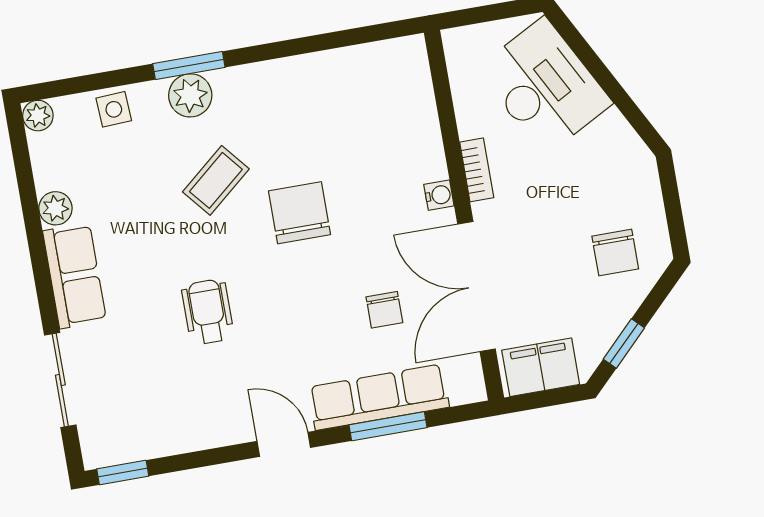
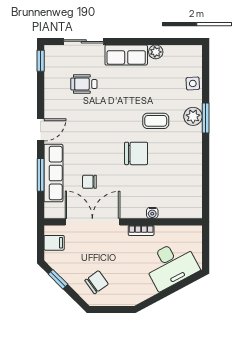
plant: (38, 116) -> (196, 51), removed
coffee table: (216, 180) -> (156, 121), turned -50
water cooler: (439, 195) -> (152, 213), moved
chair: (615, 252) -> (97, 282), turned 144
wheelchair: (208, 312) -> (84, 84), moved, turned 180
filing cabinet: (541, 367) -> (54, 243), width x0.50

